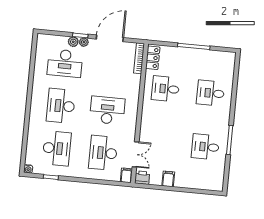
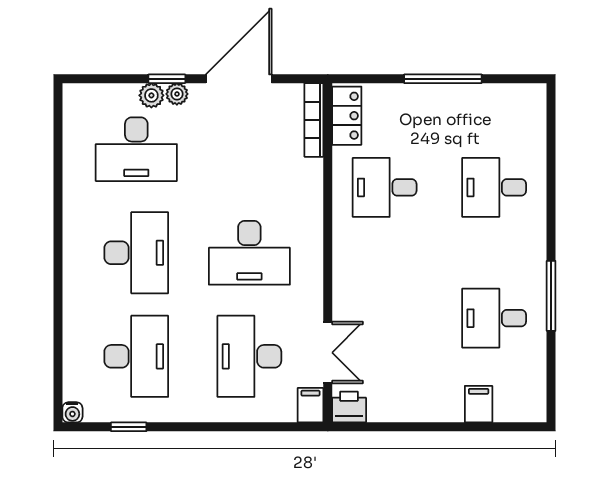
desk: (61, 106) -> (136, 253), turned 180
desk: (107, 110) -> (249, 253), turned 180
filing cabinet: (168, 179) -> (479, 404), moved

